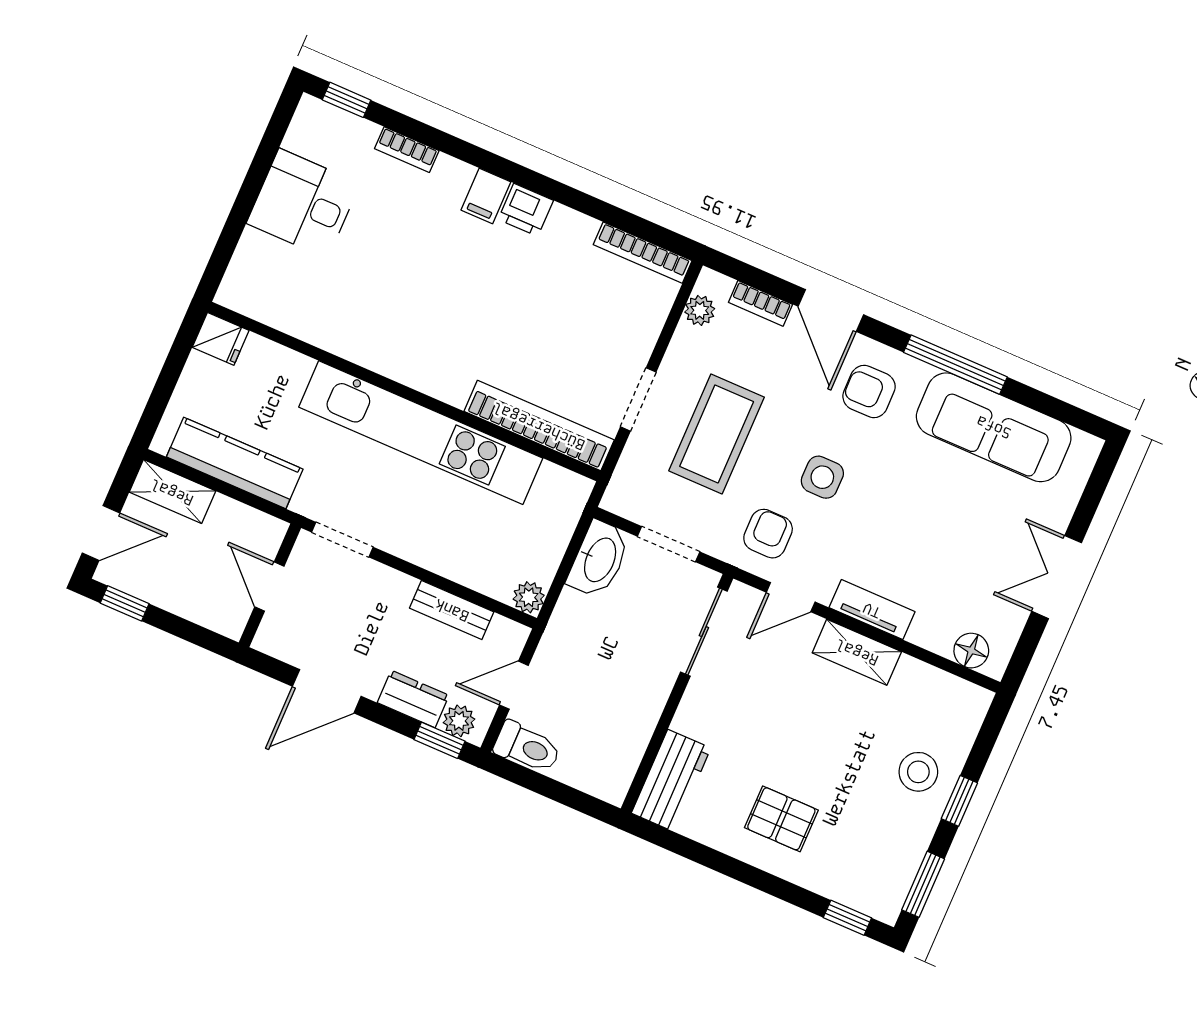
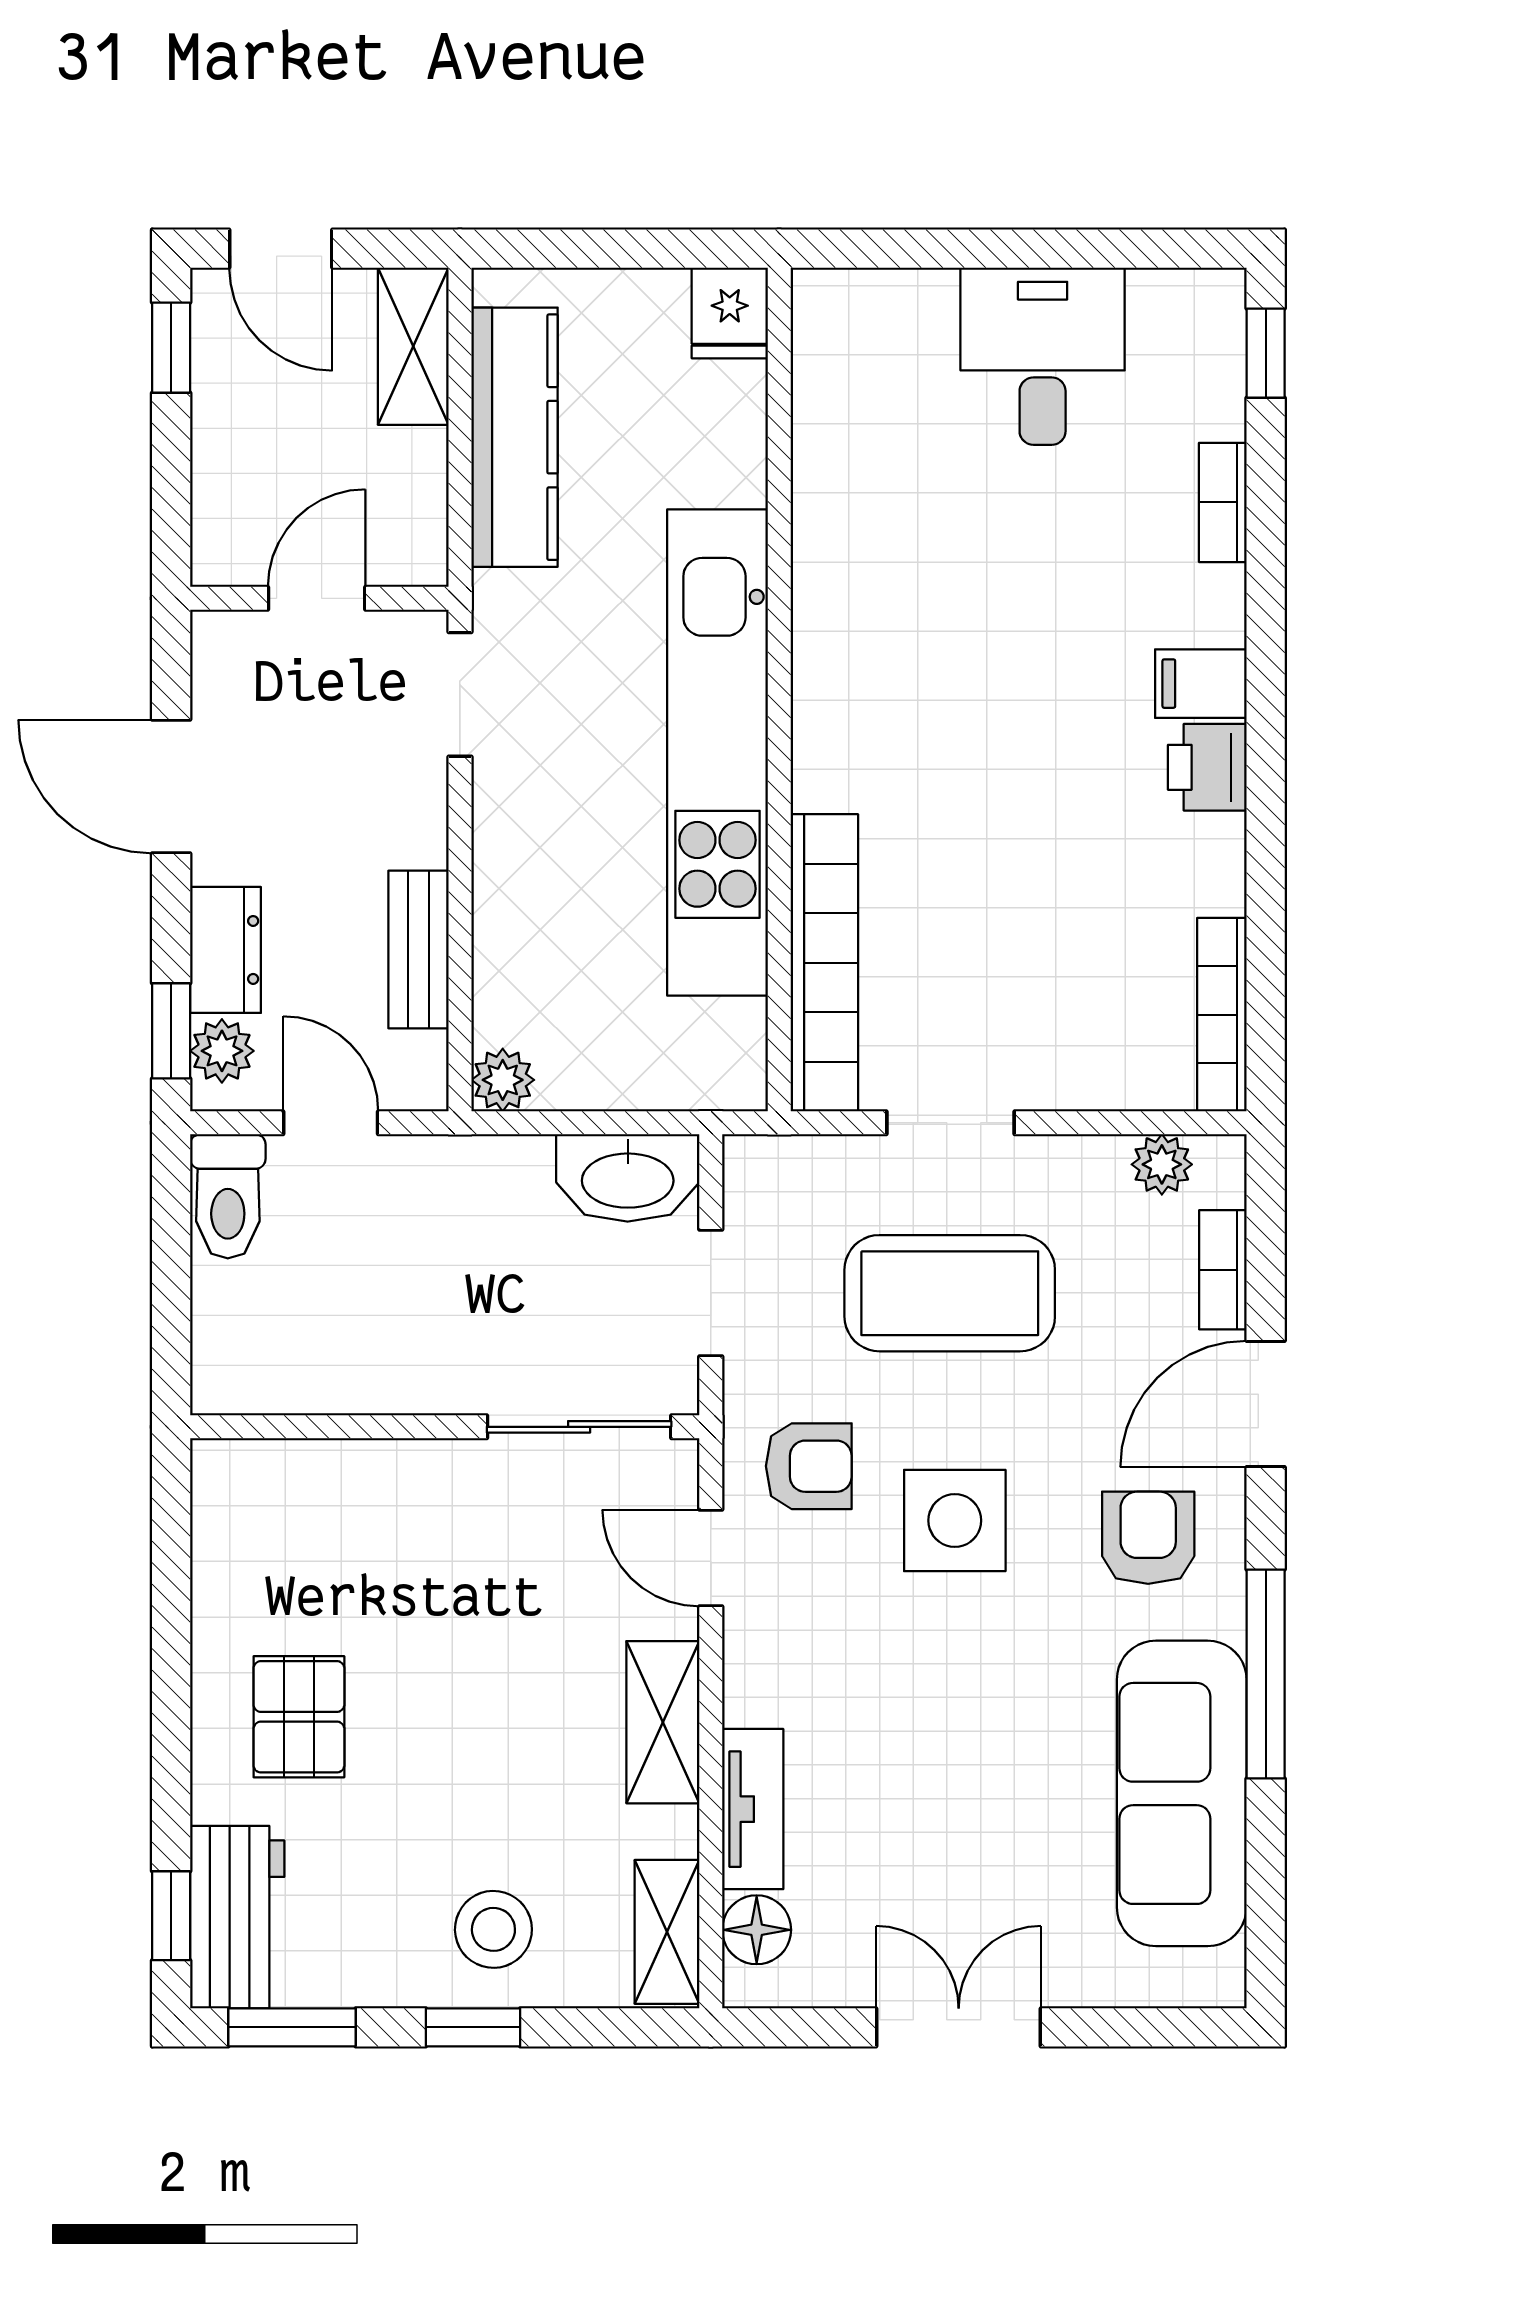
side table: (822, 477) -> (955, 1520), width x1.37, depth x1.37
tv unit: (872, 610) -> (753, 1809), moved
shelving: (954, 692) -> (667, 1932), added
workbench: (671, 781) -> (237, 1917), moved, turned -90

